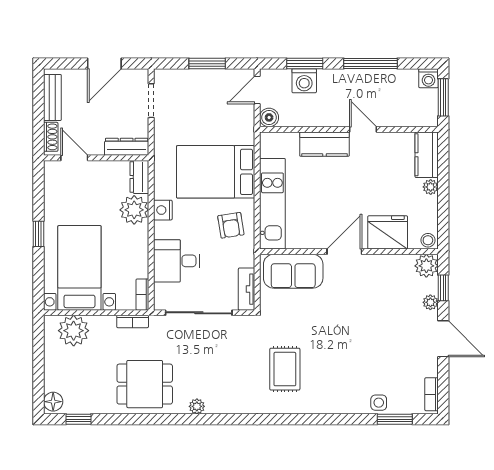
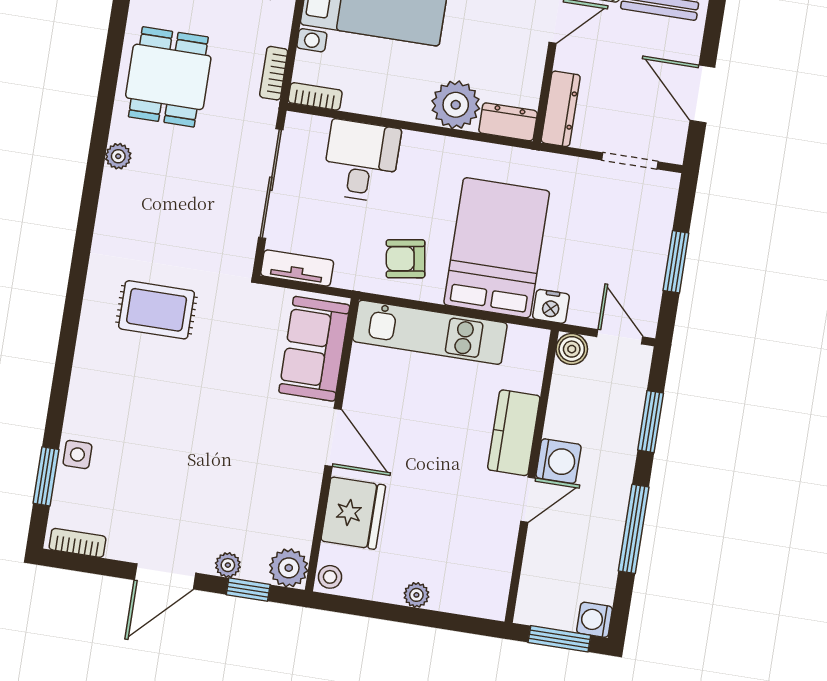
washing machine: (304, 81) -> (558, 461), moved, turned 180
kitchen counter: (427, 155) -> (470, 597), removed
nightstand: (163, 210) -> (551, 306), moved, turned 180

